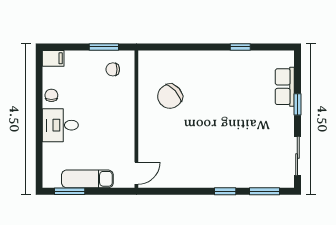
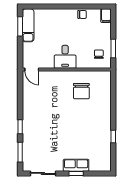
row of seats: (285, 87) -> (76, 165), moved
chair: (170, 96) -> (81, 91), turned -138
desk: (60, 125) -> (65, 57), moved, turned 180
exam couch: (87, 179) -> (28, 25), moved

